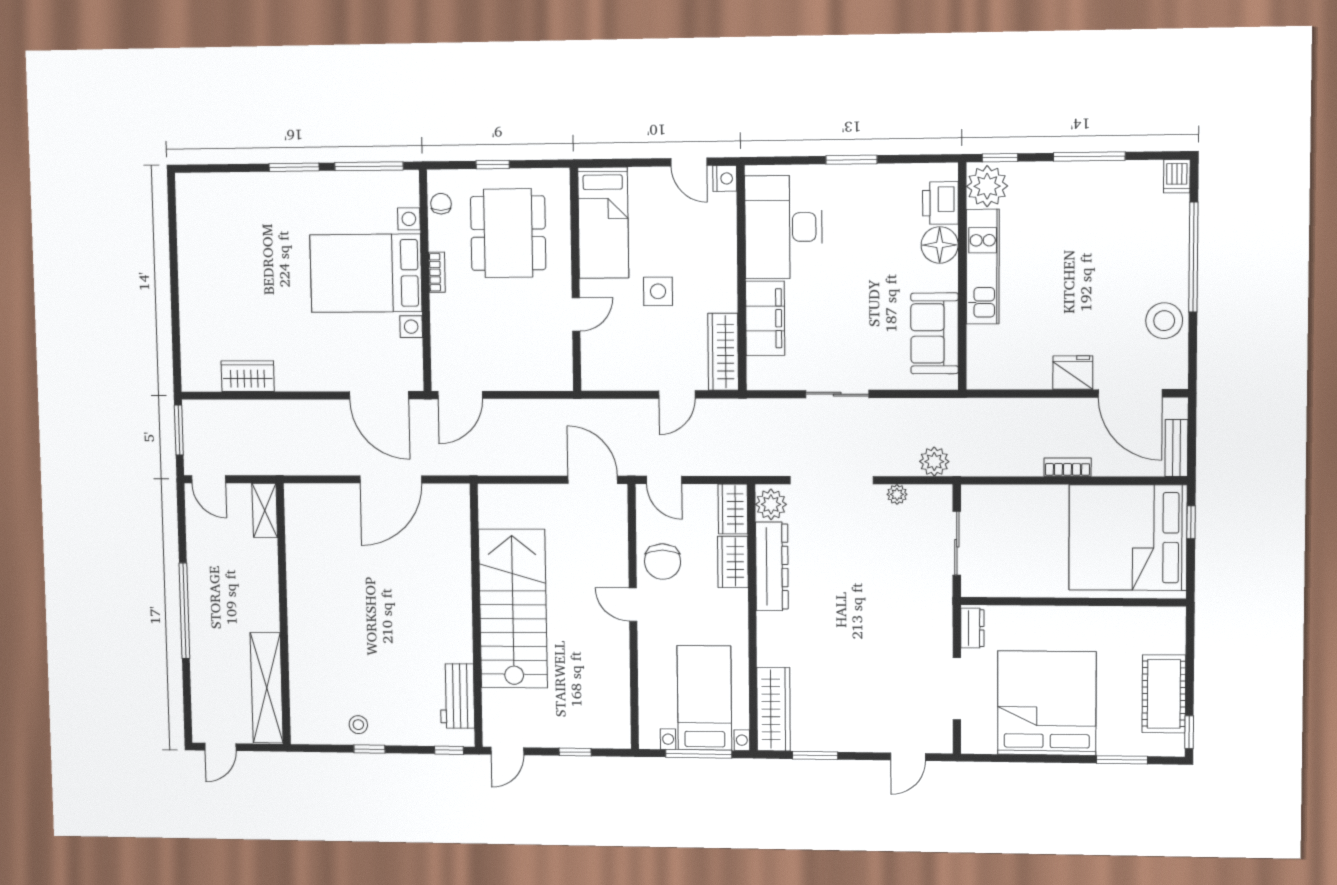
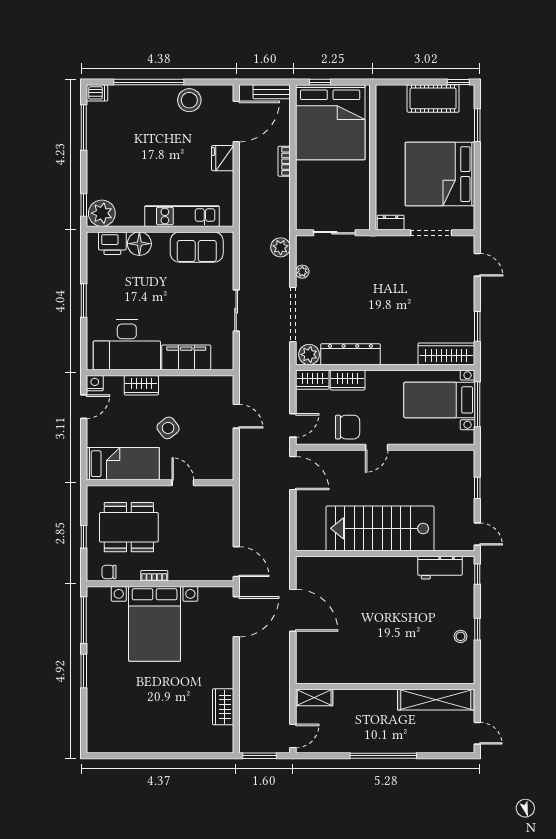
window: (1089, 157) -> (84, 127), moved
kitchen unit: (983, 267) -> (182, 216), moved
side table: (658, 291) -> (168, 428), turned -38
wardrobe: (723, 352) -> (141, 385), moved, width x0.67
door: (593, 480) -> (293, 473), swing flipped

